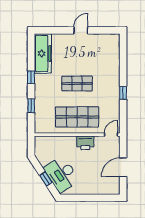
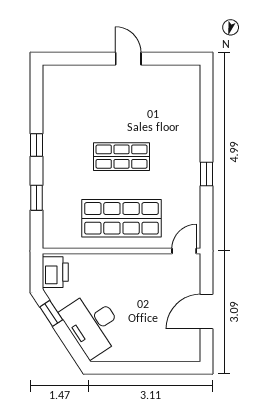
door: (81, 30) -> (128, 59), hinge flipped
freezer: (43, 53) -> (58, 101), removed
printer: (85, 143) -> (55, 272), moved, turned -90
window: (46, 179) -> (51, 313), moved

